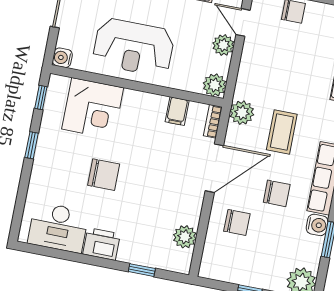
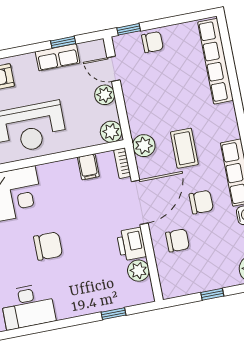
printer: (102, 244) -> (131, 244), moved, turned -90

